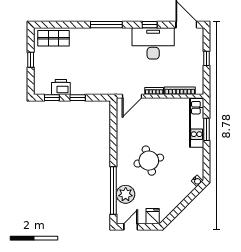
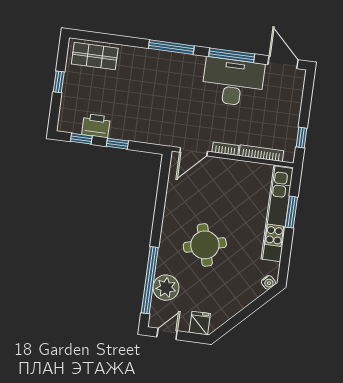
window: (150, 25) -> (232, 55), width x2.17
window: (207, 58) -> (301, 138), moved
kitchen unit: (197, 123) -> (277, 214), width x1.36

